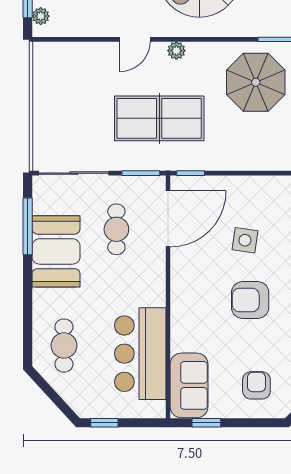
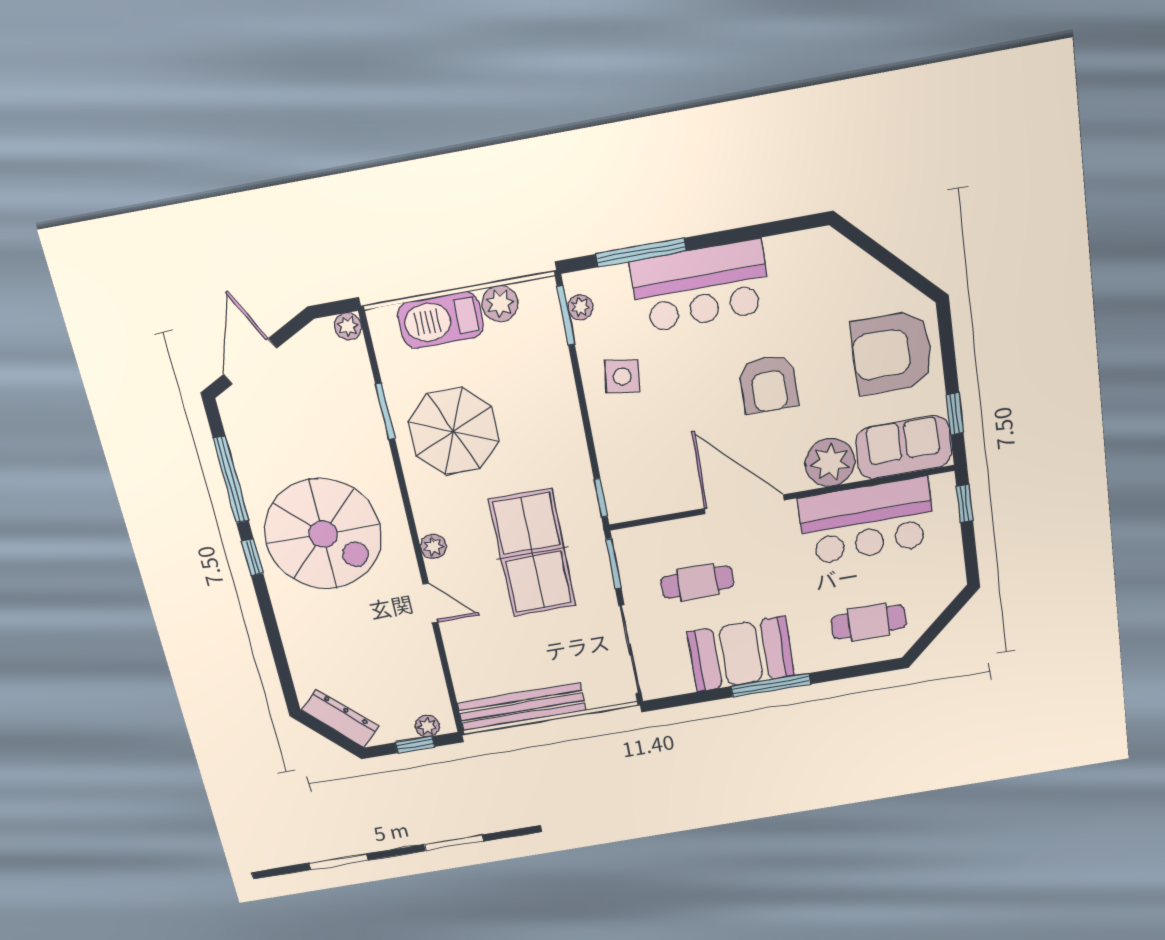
bench: (43, 87) -> (522, 707), added
door: (168, 219) -> (744, 504), moved
window: (28, 226) -> (771, 685), moved
side table: (245, 240) -> (622, 376), moved
plant: (187, 334) -> (830, 462), added
armchair: (256, 385) -> (892, 353), width x1.88, depth x1.88
window: (104, 423) -> (965, 503), moved

